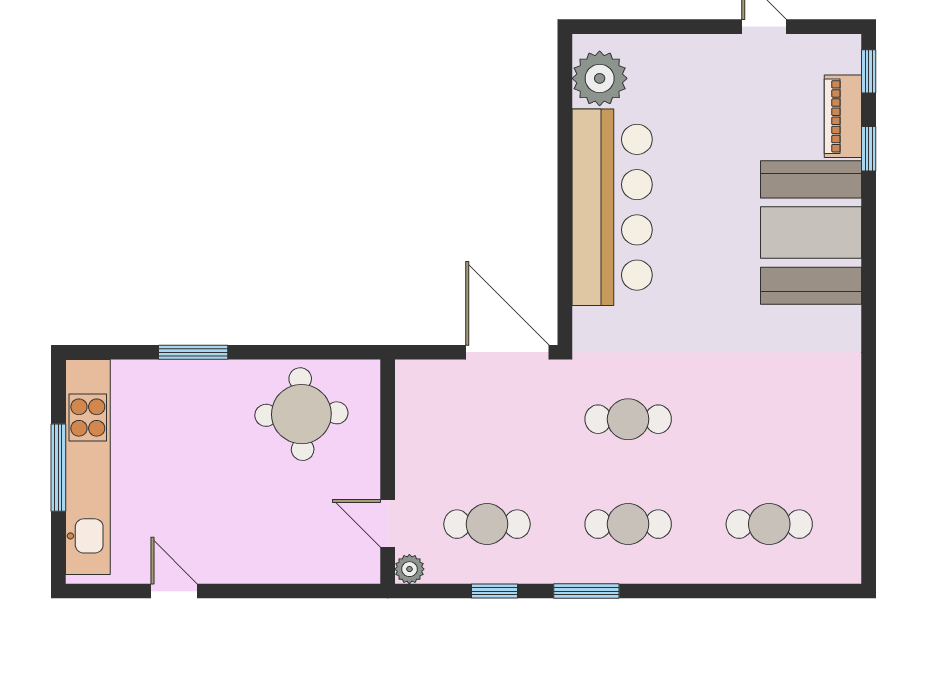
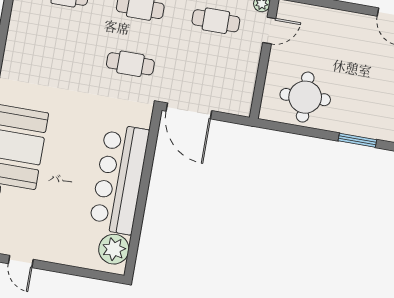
door: (388, 523) -> (269, 30), hinge flipped

